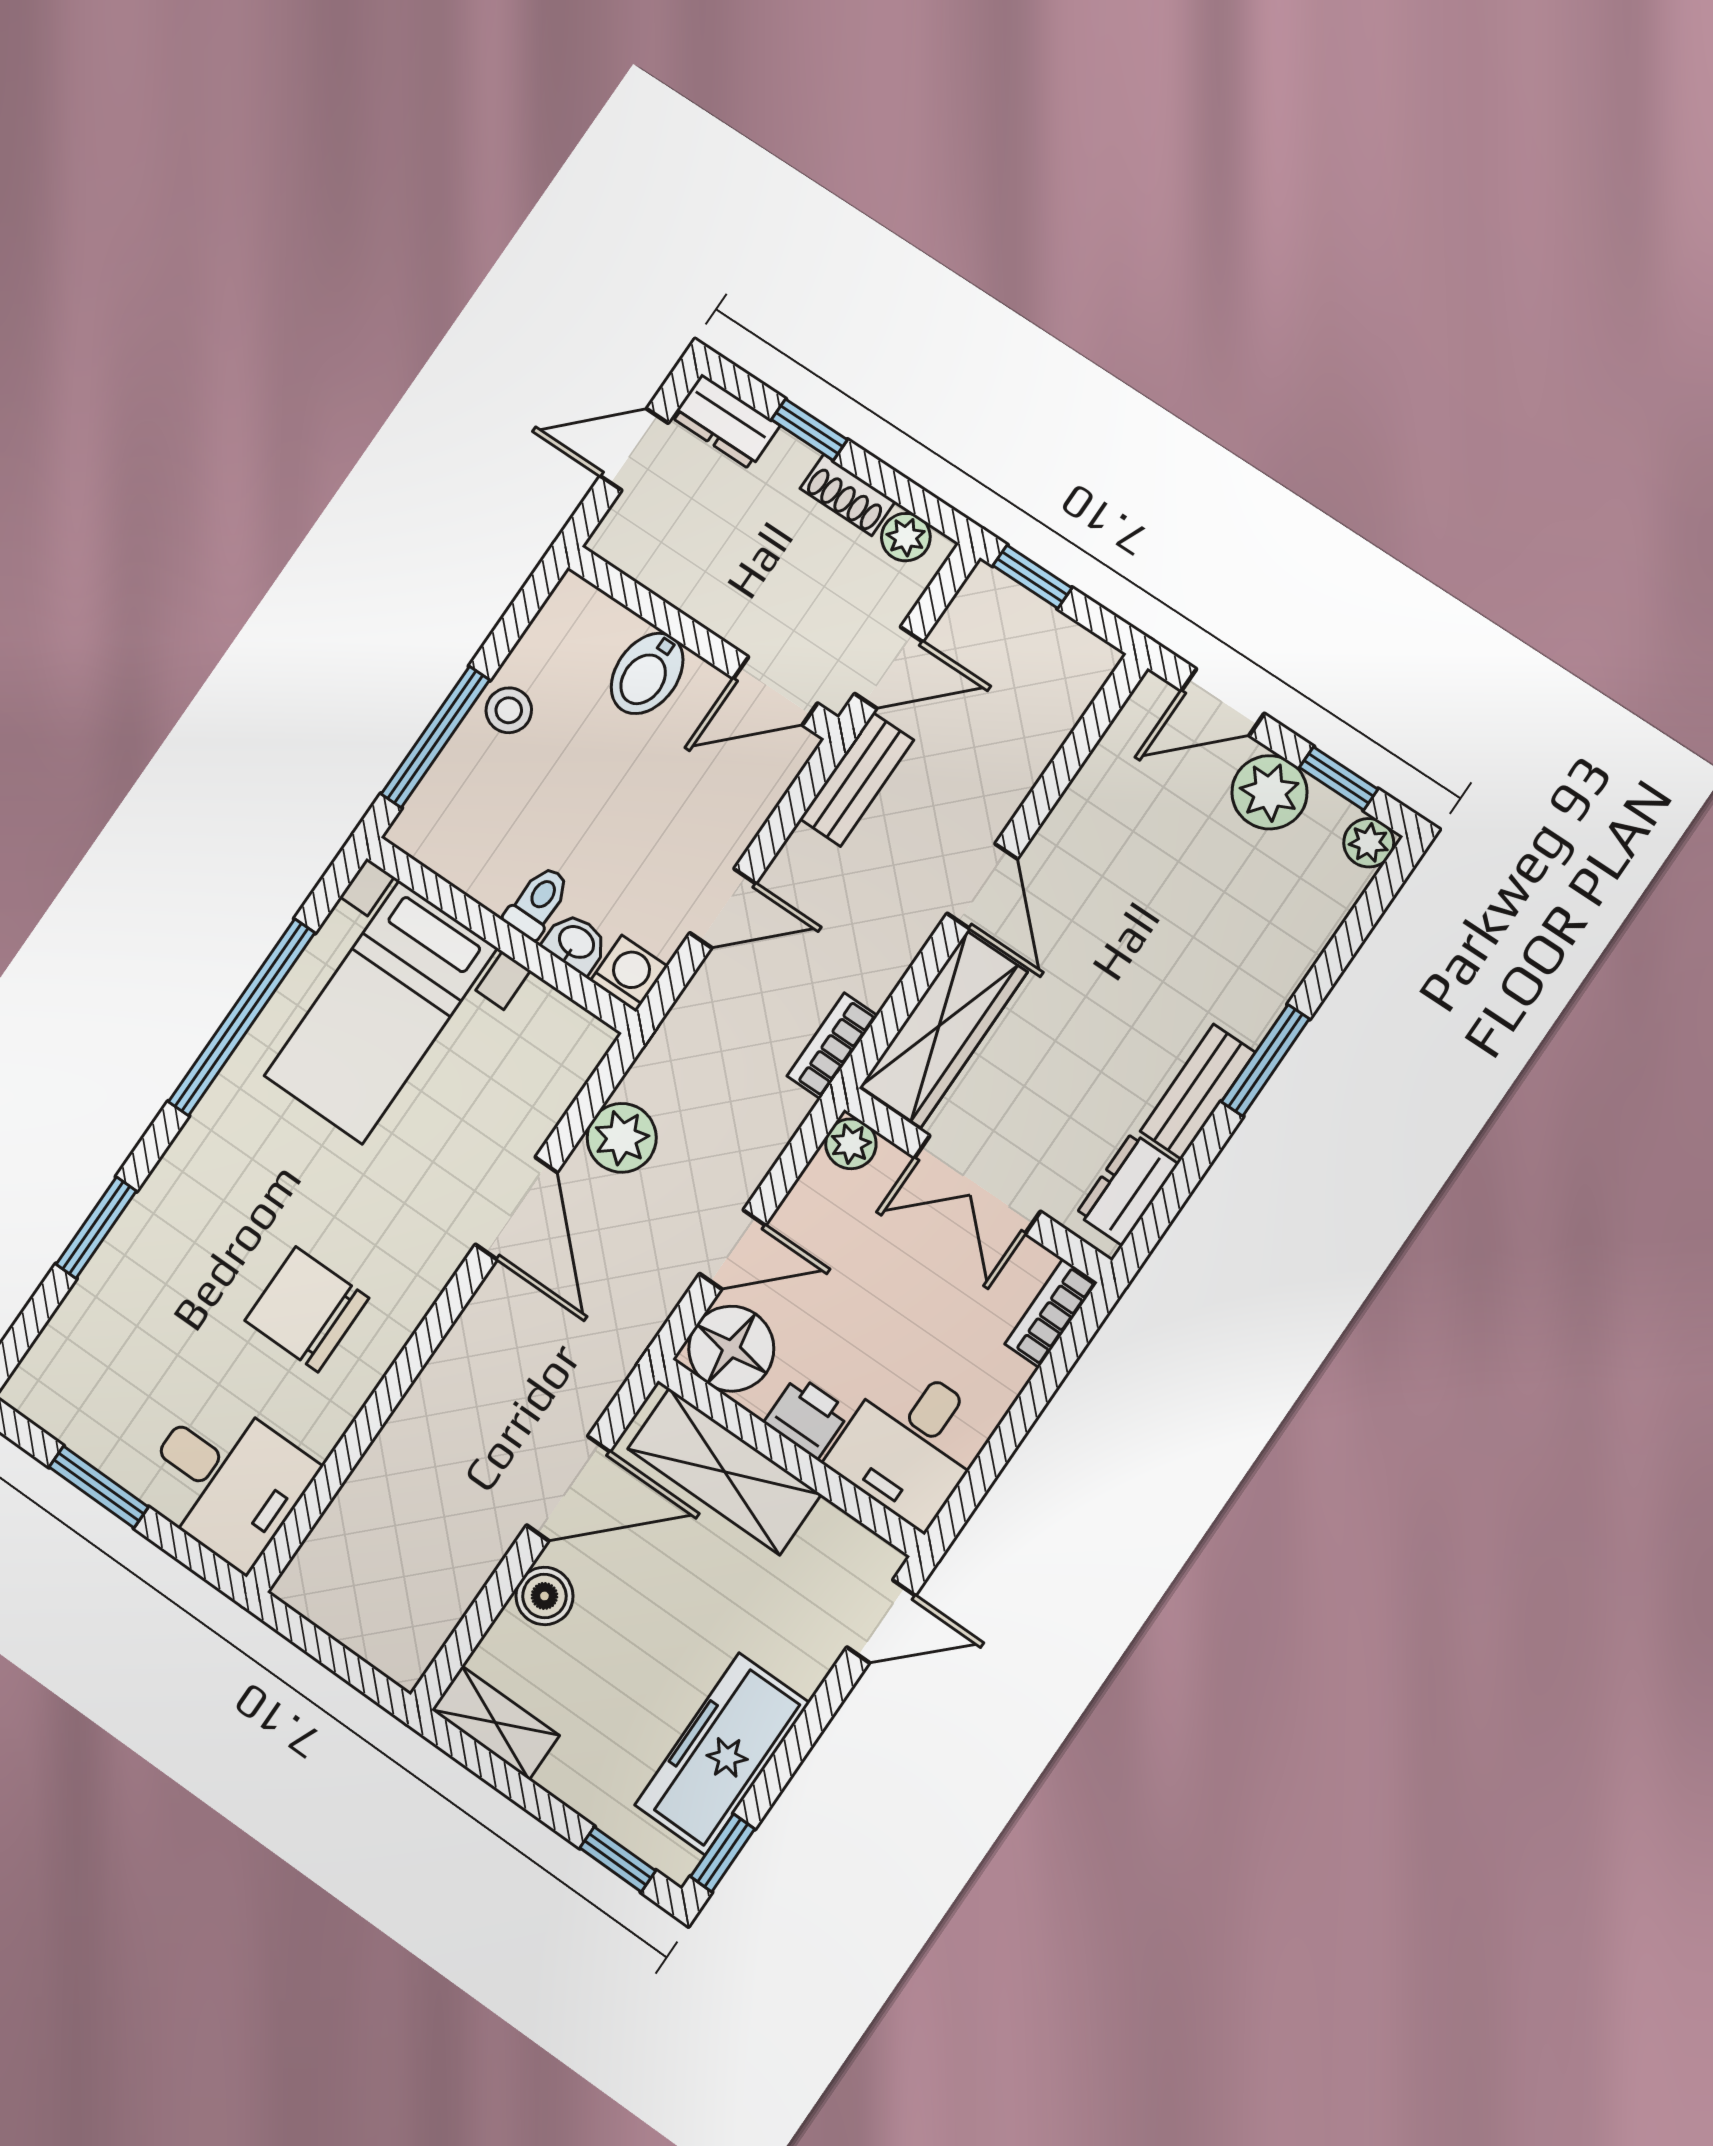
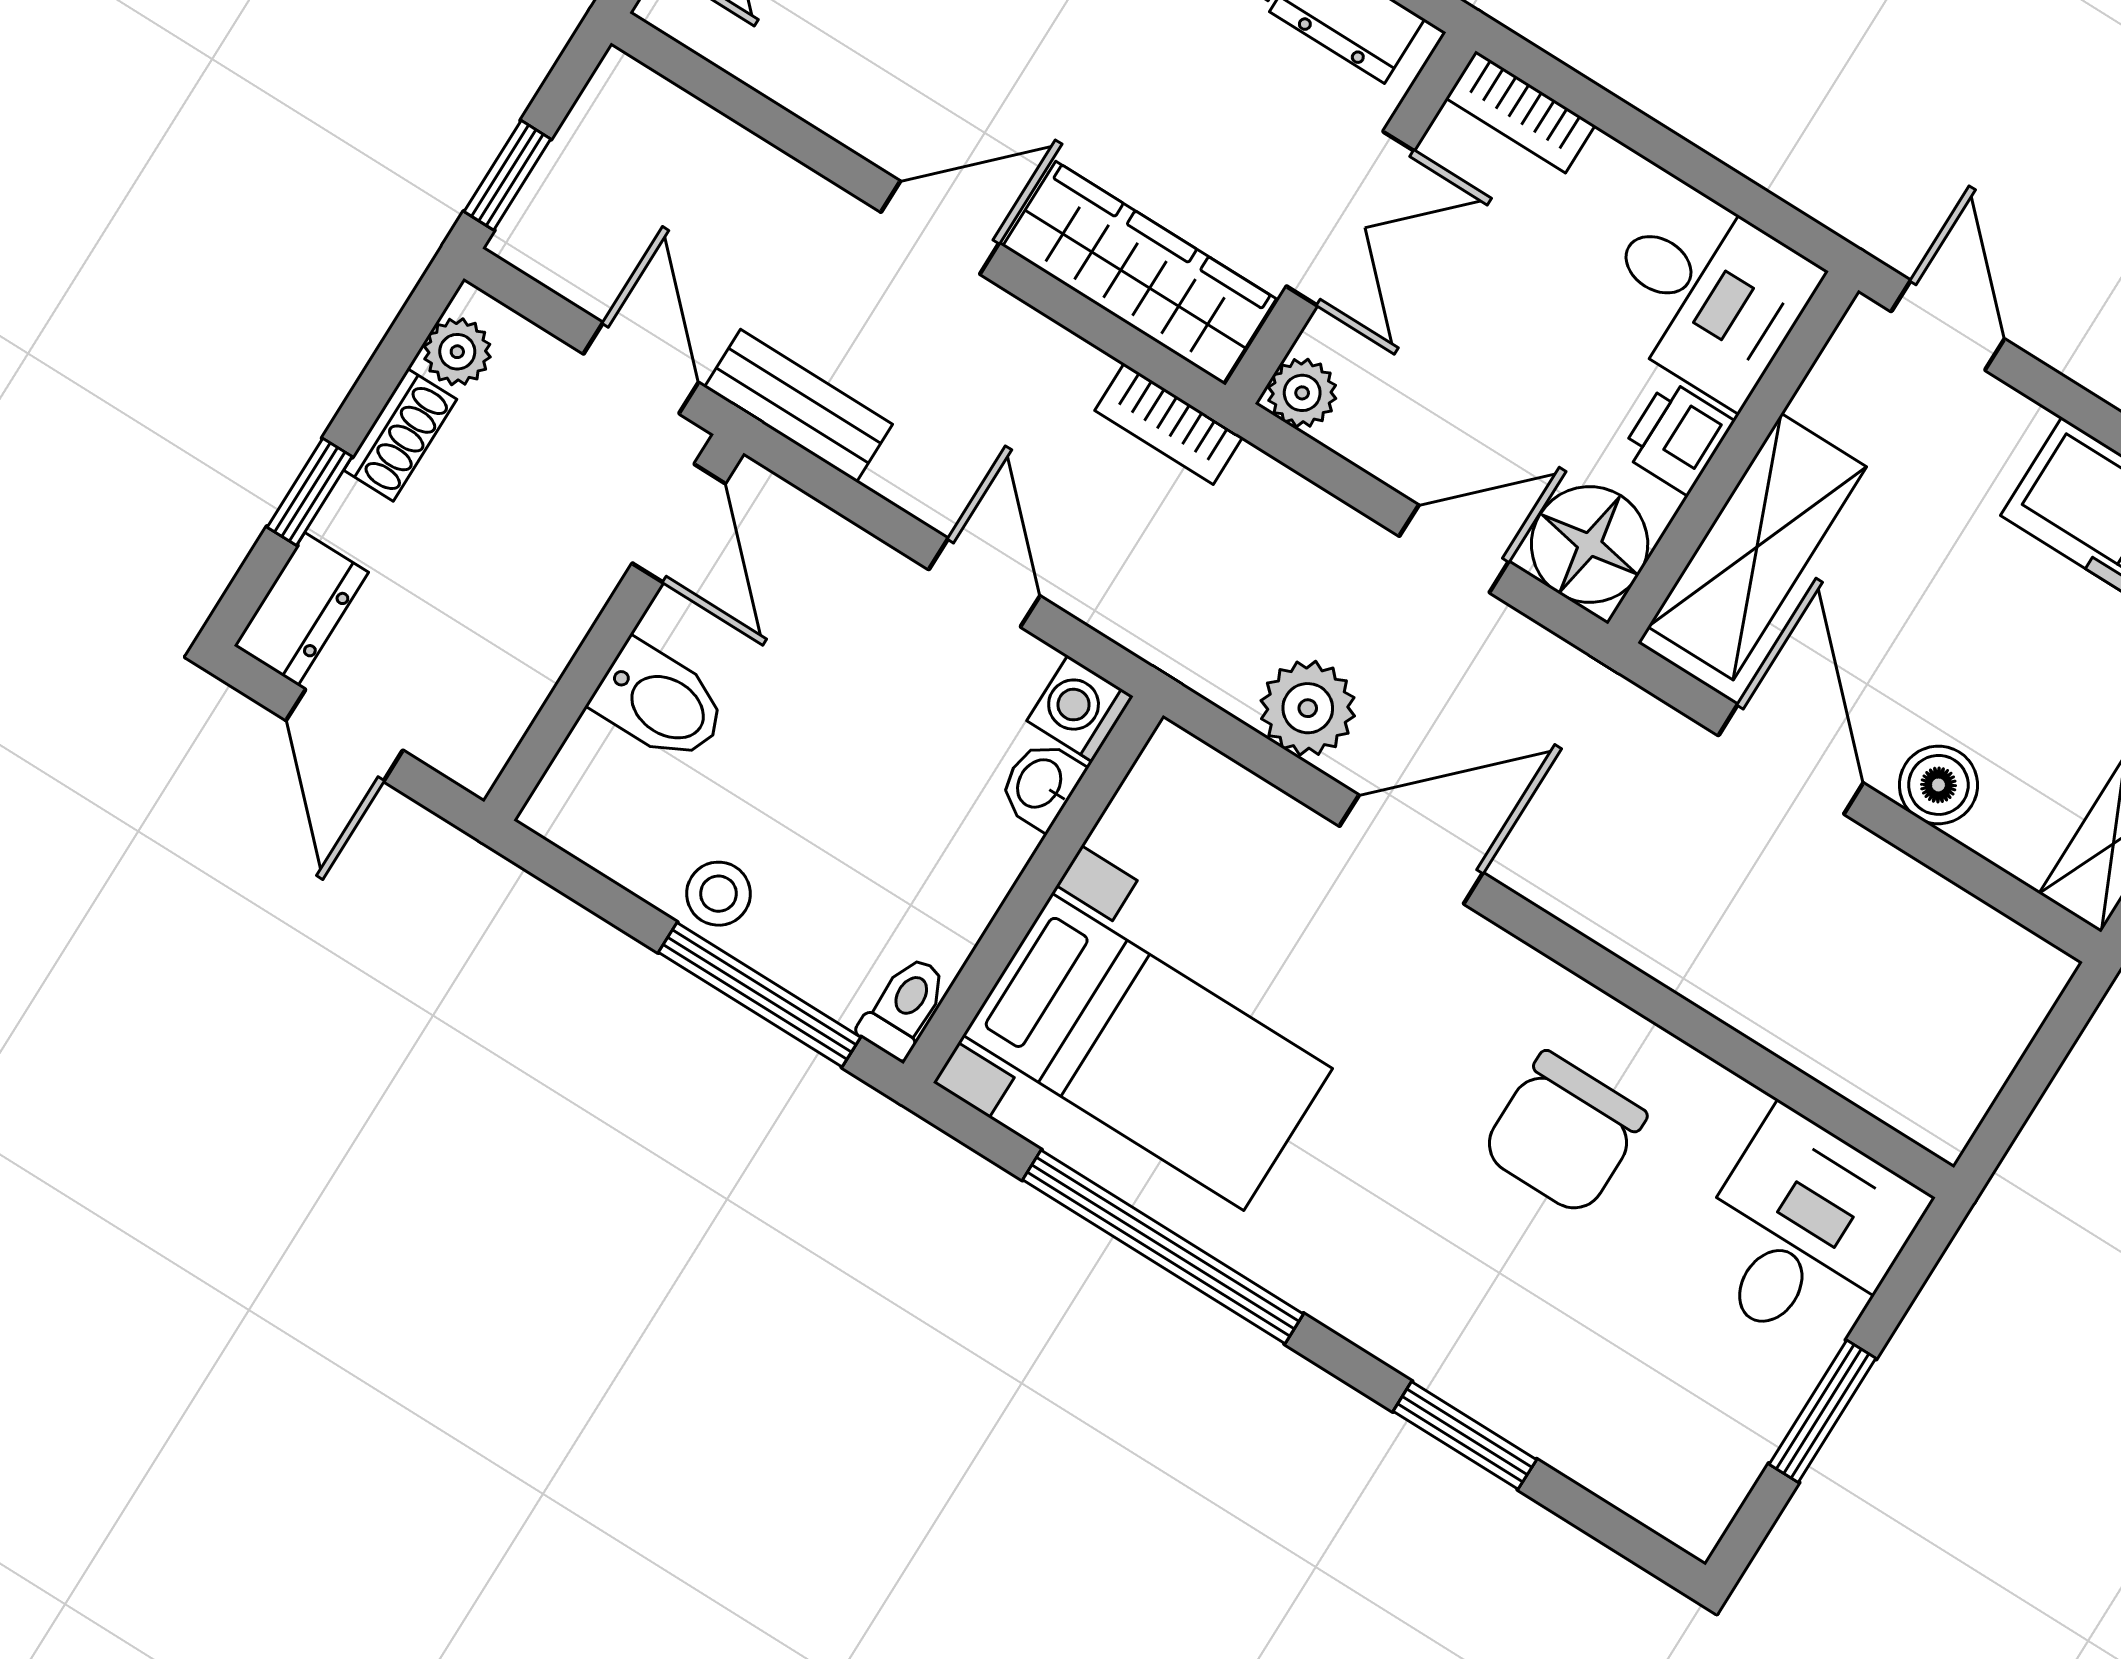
toilet: (538, 902) -> (904, 1007), moved, turned 90
door: (732, 1249) -> (1454, 549), hinge flipped

